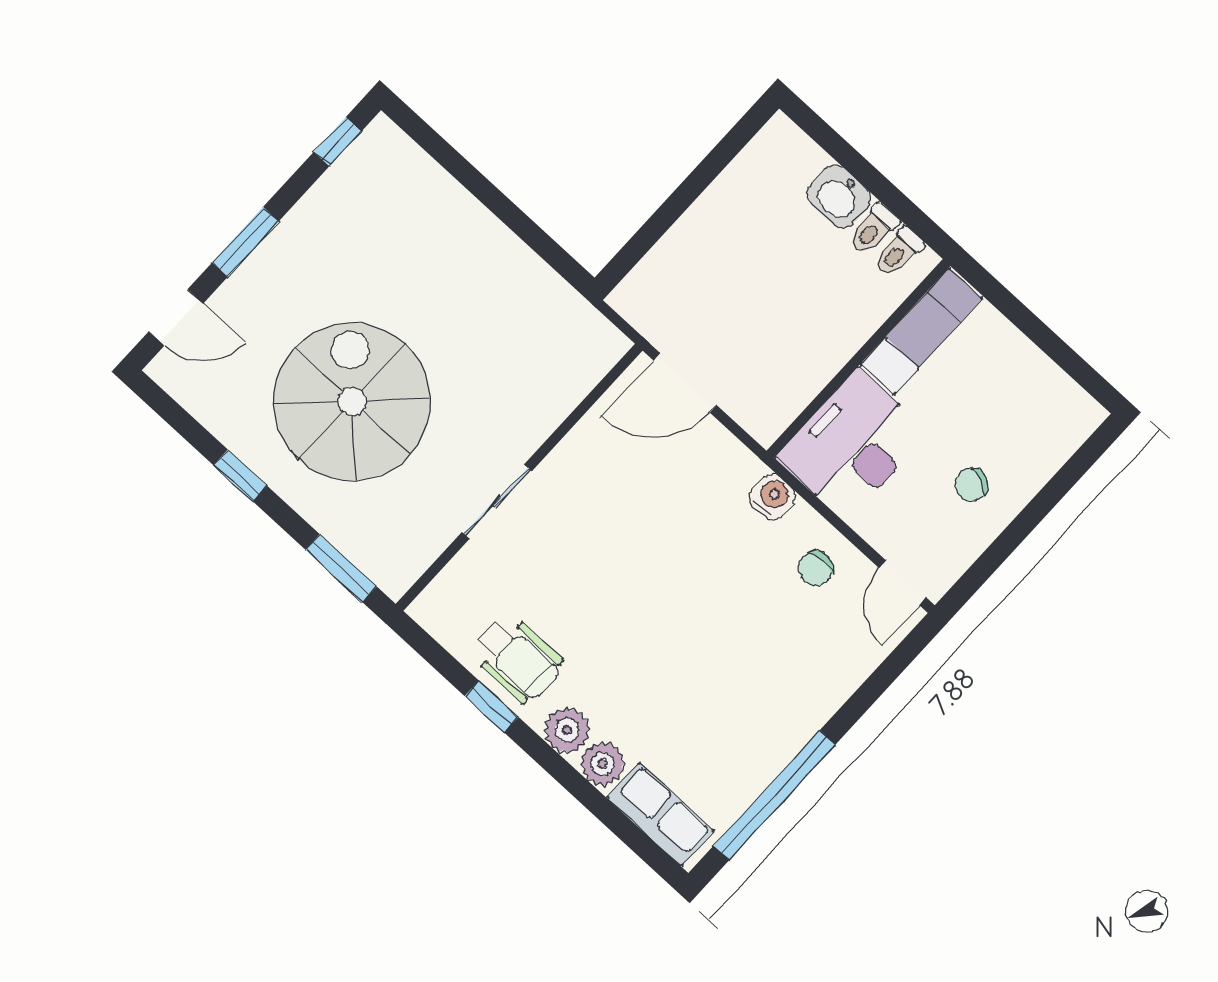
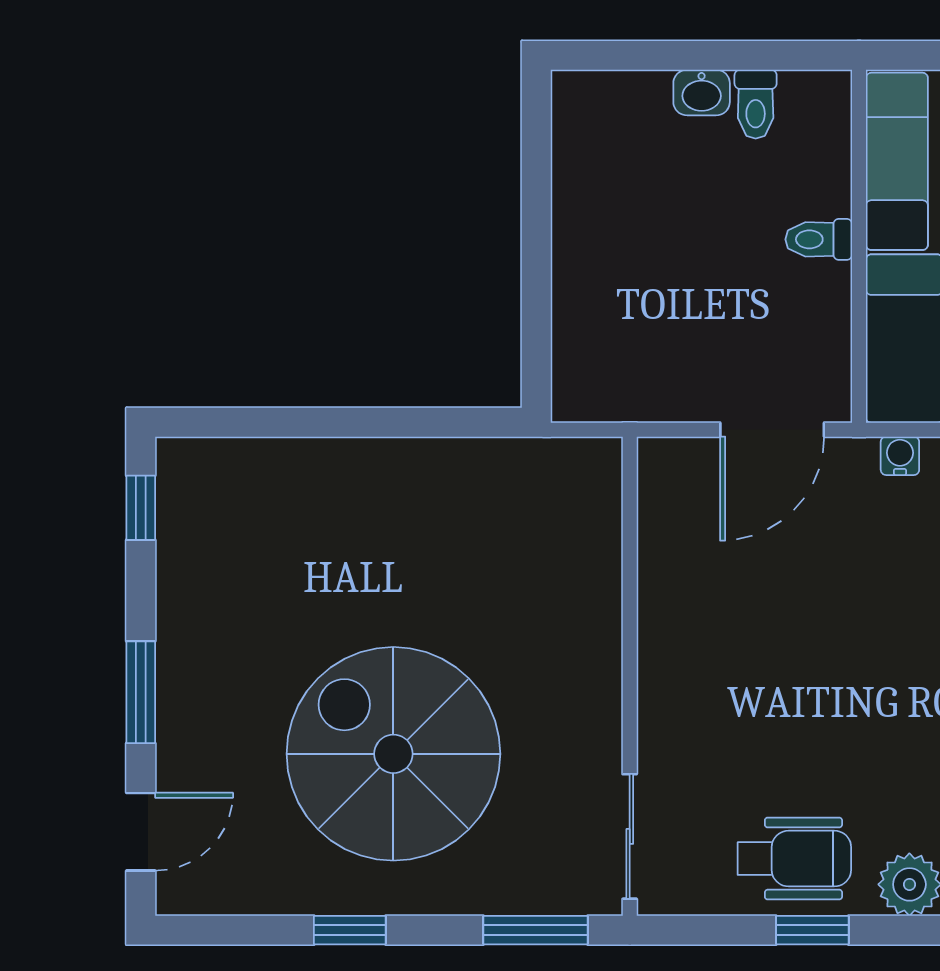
washbasin: (839, 196) -> (702, 93), width x0.72, depth x0.69
toilet: (899, 252) -> (819, 239), moved, turned 90
door: (685, 383) -> (772, 430), moved
water cooler: (772, 497) -> (900, 456), width x0.72, depth x0.72
sliding door: (497, 502) -> (630, 836), moved

